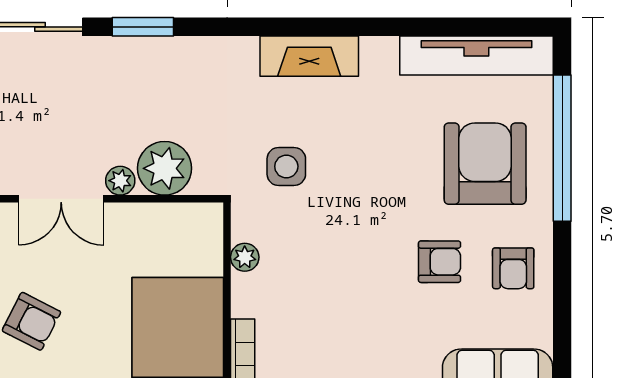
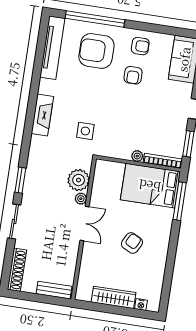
plant: (245, 257) -> (137, 156), moved
armchair: (440, 262) -> (133, 75), turned 180

